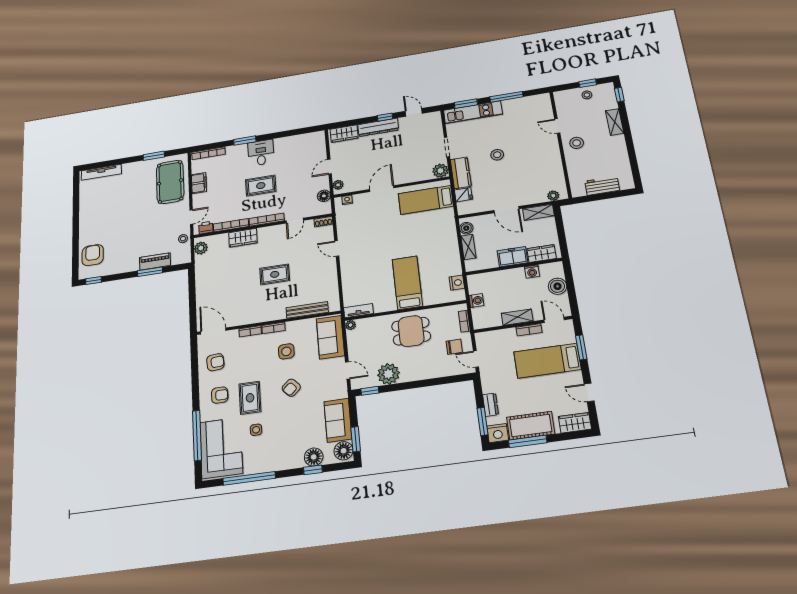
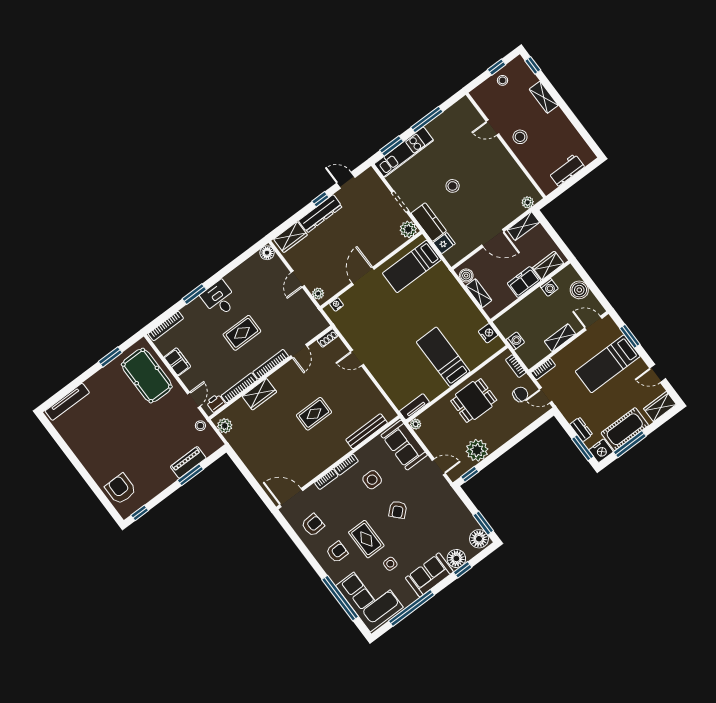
floor lamp: (324, 196) -> (267, 253), moved
bookcase: (529, 330) -> (543, 369), moved
sofa: (338, 420) -> (429, 575), moved, turned 90

